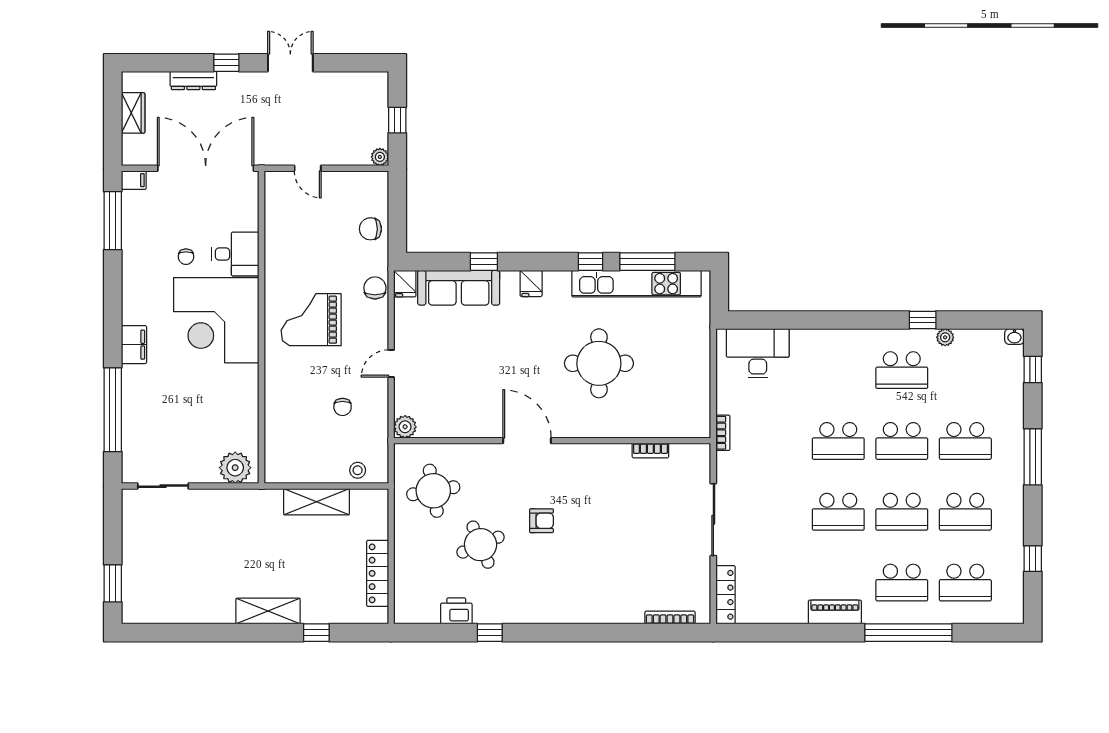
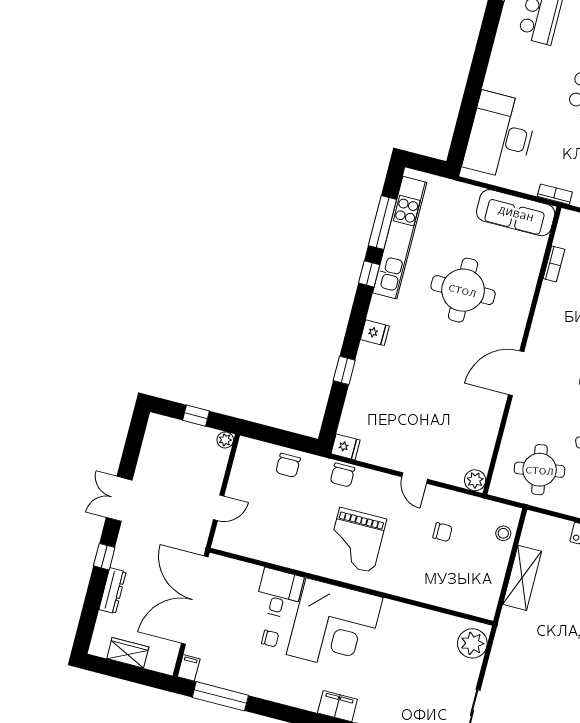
chair: (375, 288) -> (343, 475), turned -90
sofa: (459, 288) -> (516, 213), moved, turned 90
desk: (758, 353) -> (500, 136), width x1.36, depth x1.30

